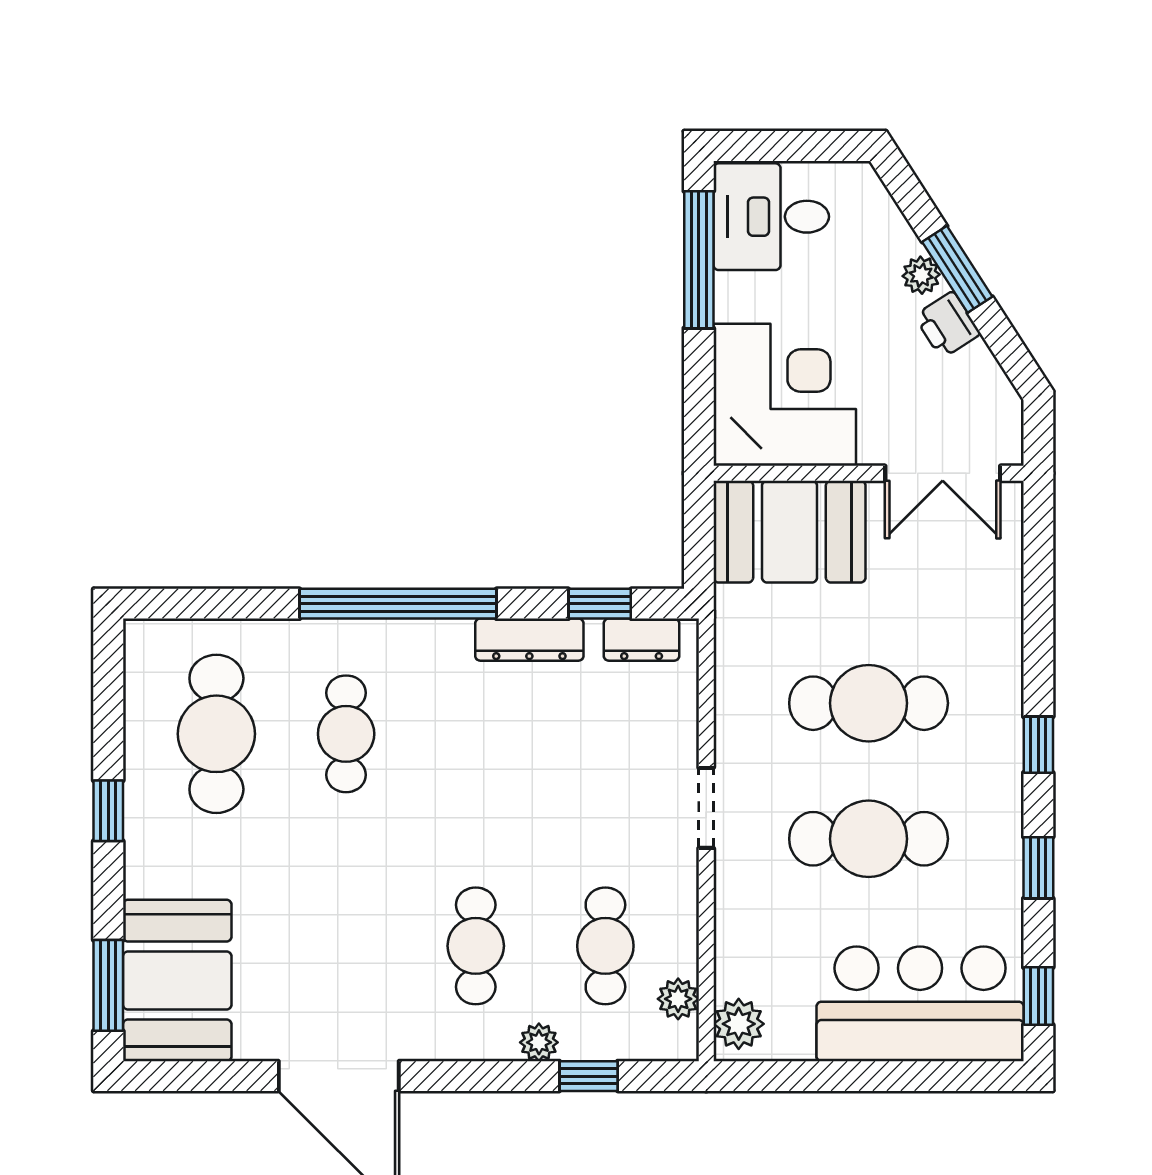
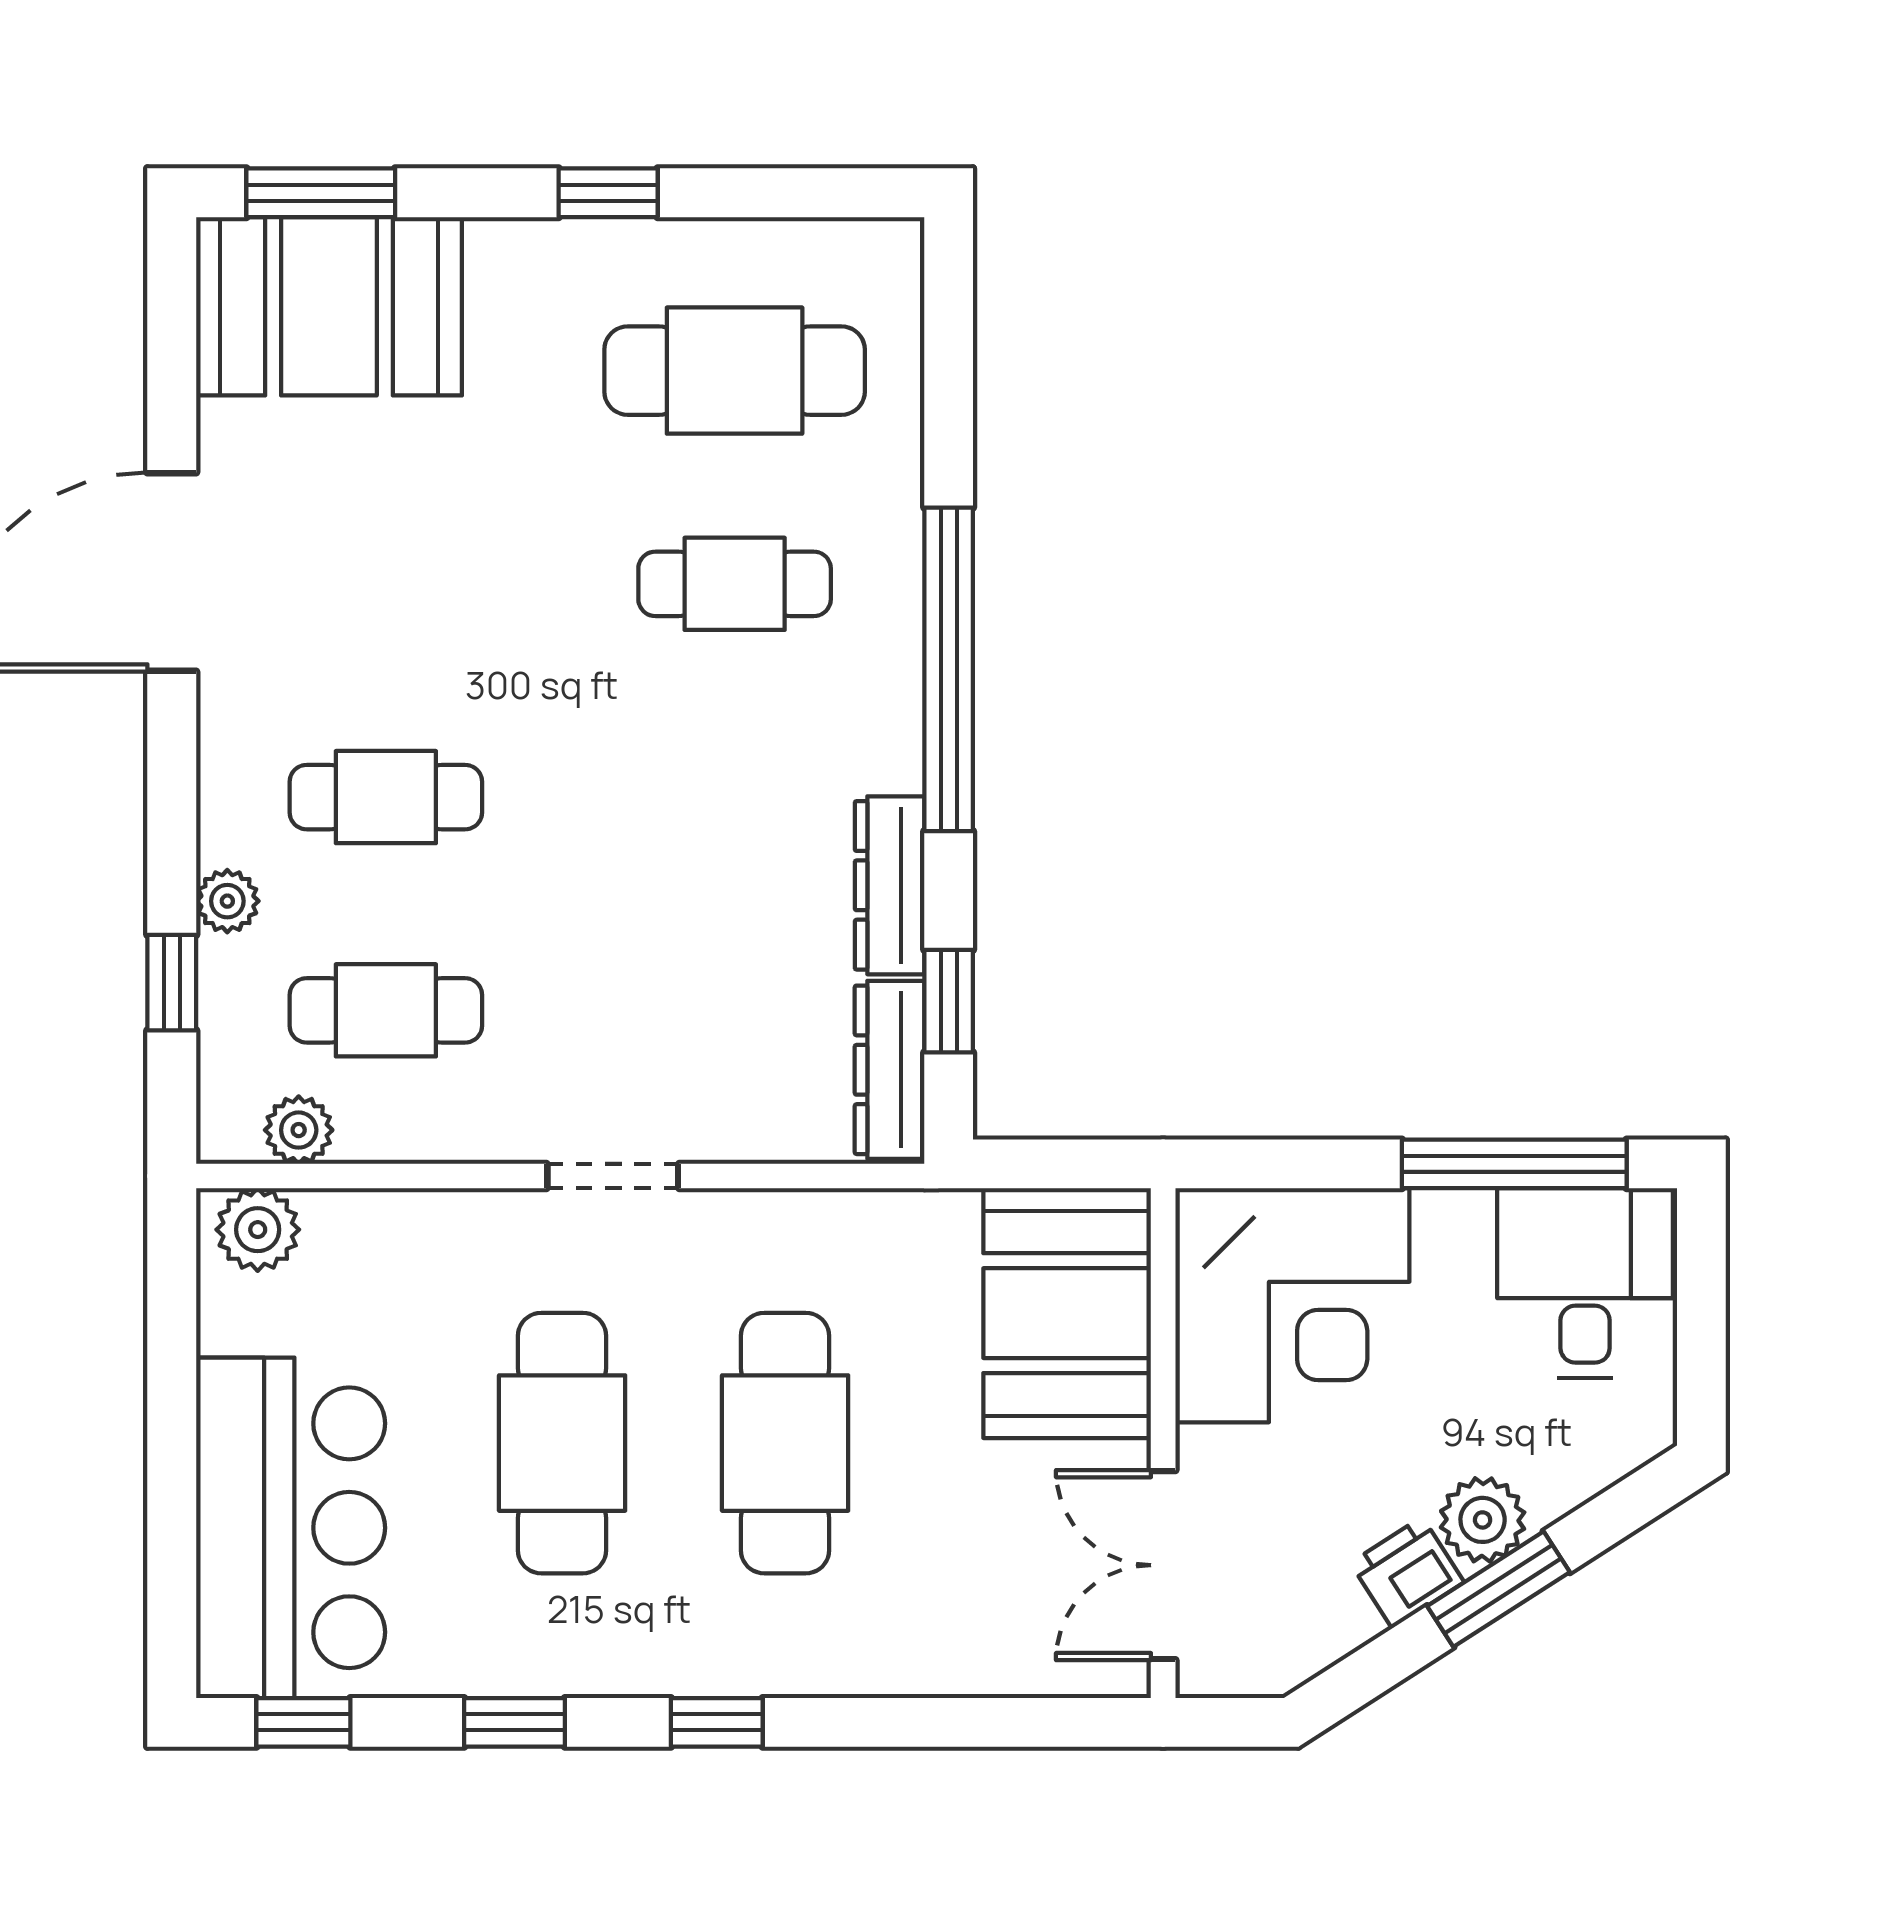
plant: (921, 275) -> (1483, 1520), width x1.38, depth x1.38
dresser: (642, 640) -> (890, 1070), width x1.44

